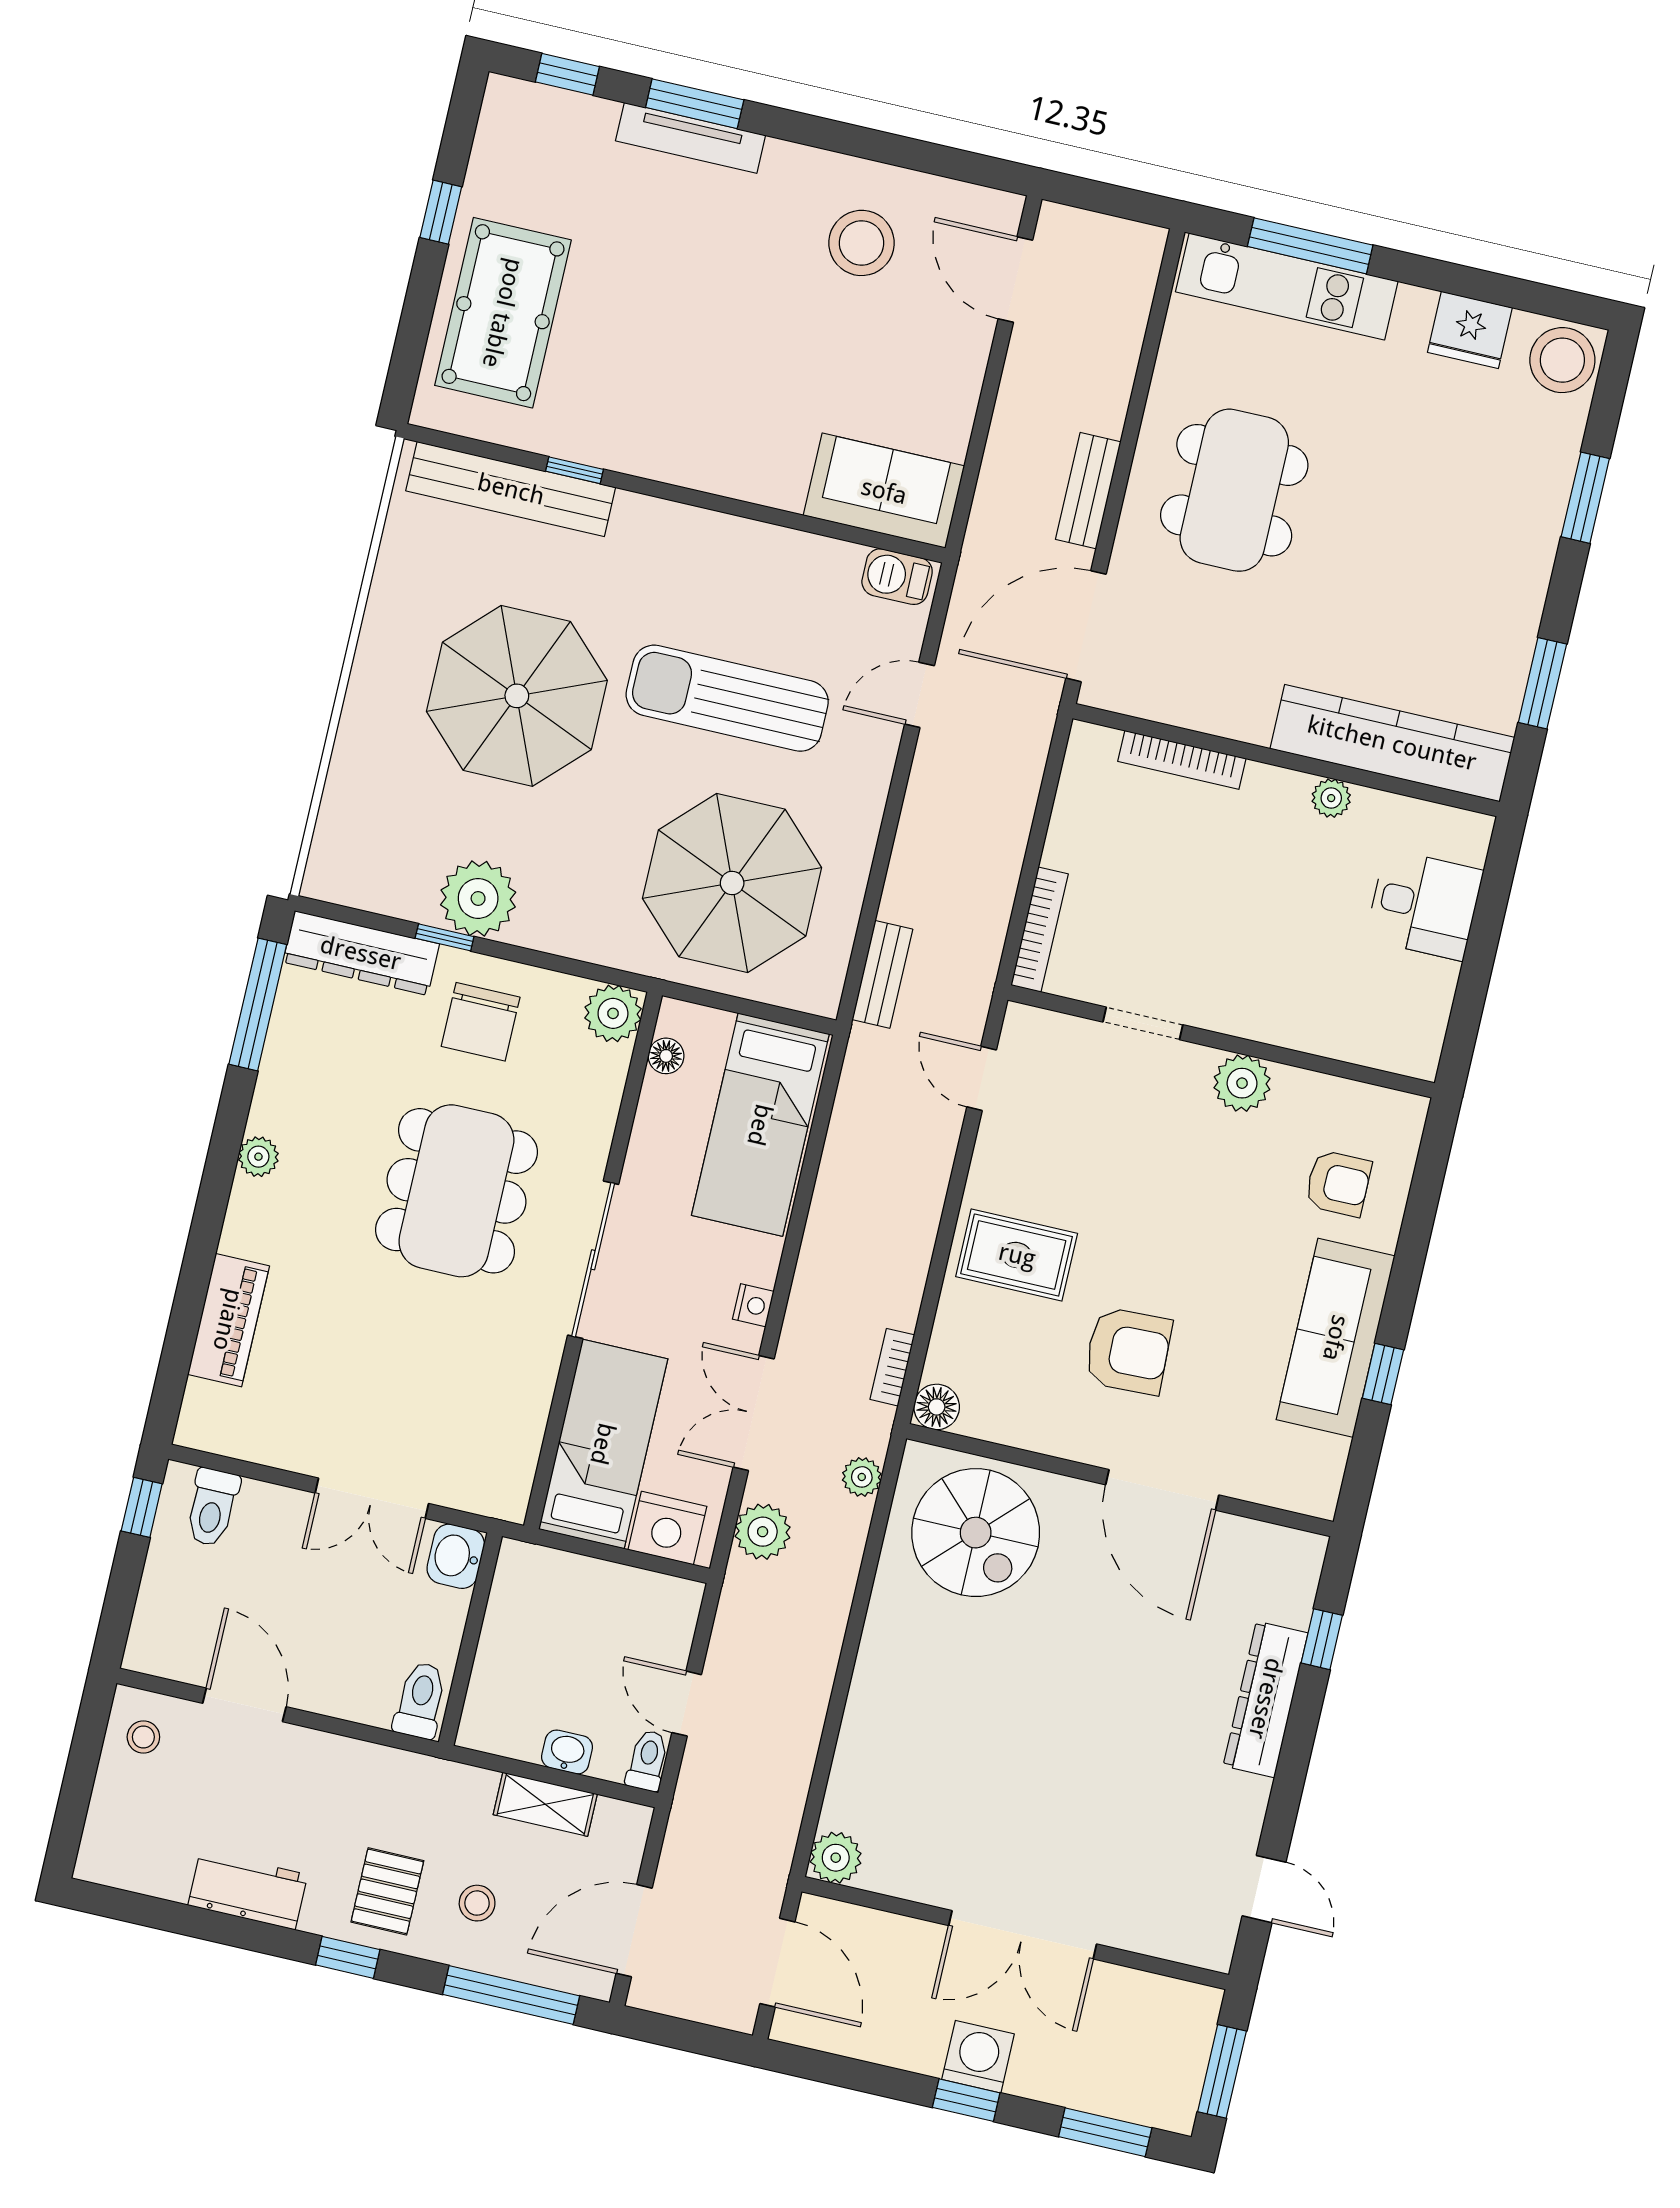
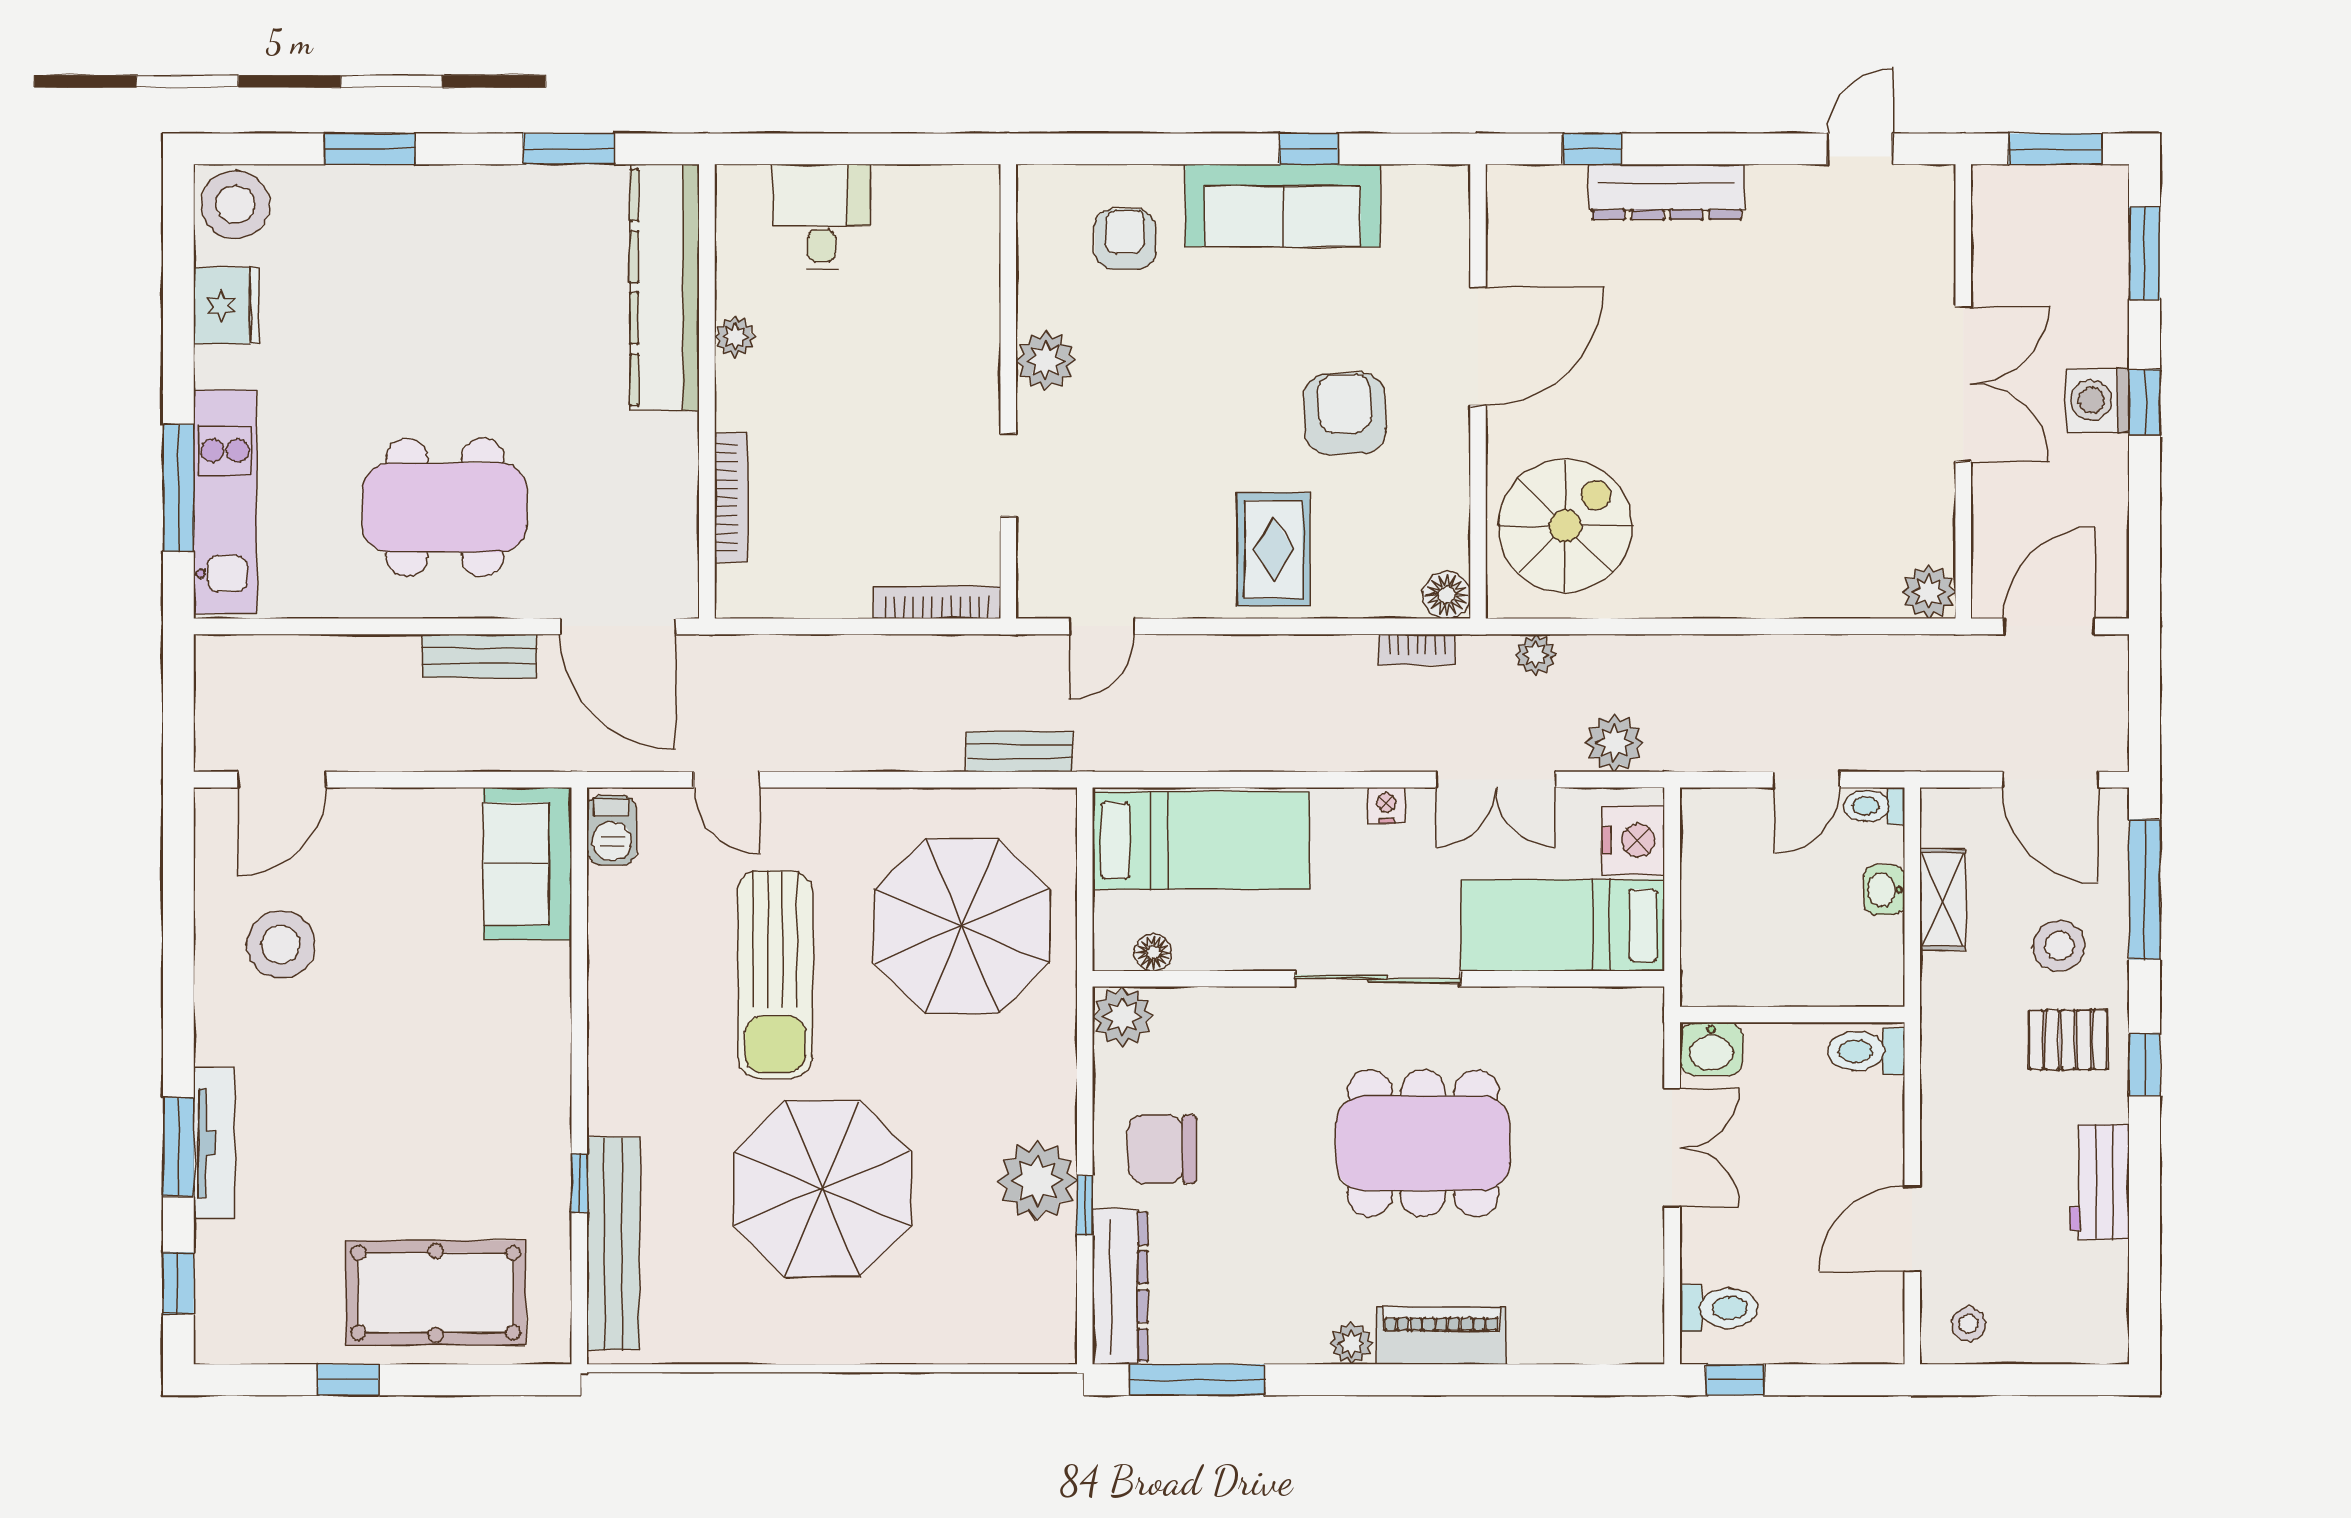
chair: (481, 1022) -> (1162, 1149), turned 180
dining table: (456, 1191) -> (1423, 1143), moved
piano: (228, 1320) -> (1441, 1335), moved
stool: (477, 1903) -> (2059, 946), width x1.37, depth x1.37

